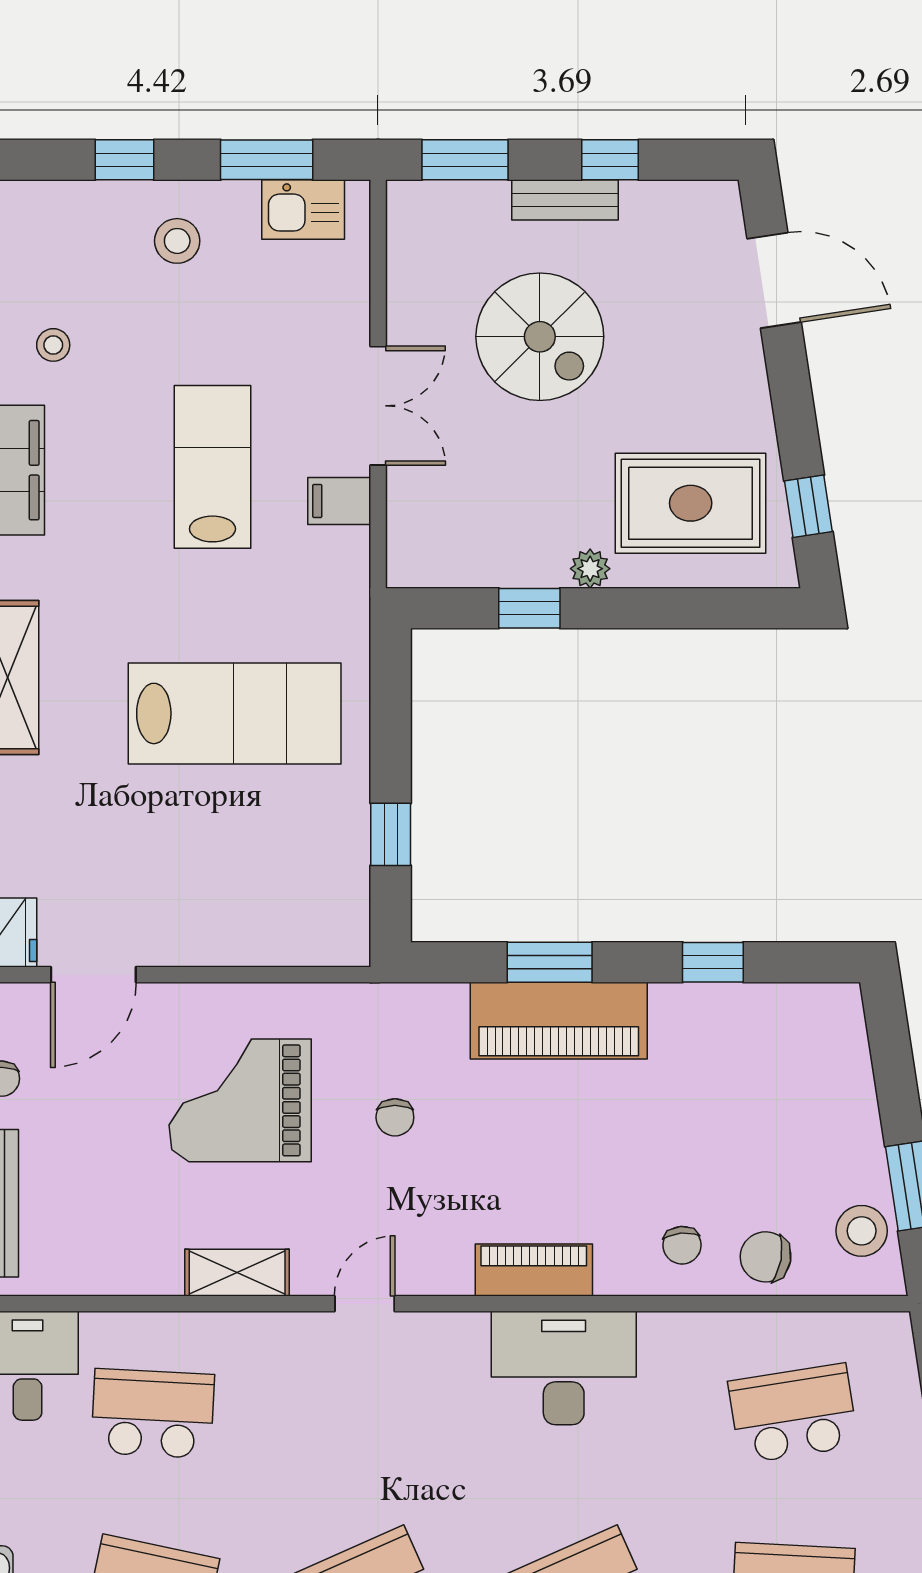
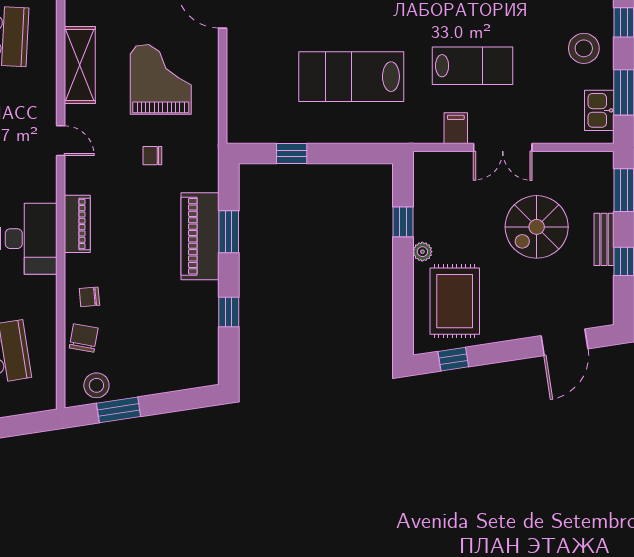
stool: (177, 241) -> (584, 48), width x1.38, depth x1.38
lab bench: (235, 713) -> (351, 77), turned 90
shelving: (237, 1273) -> (80, 65), width x1.50, depth x1.33

